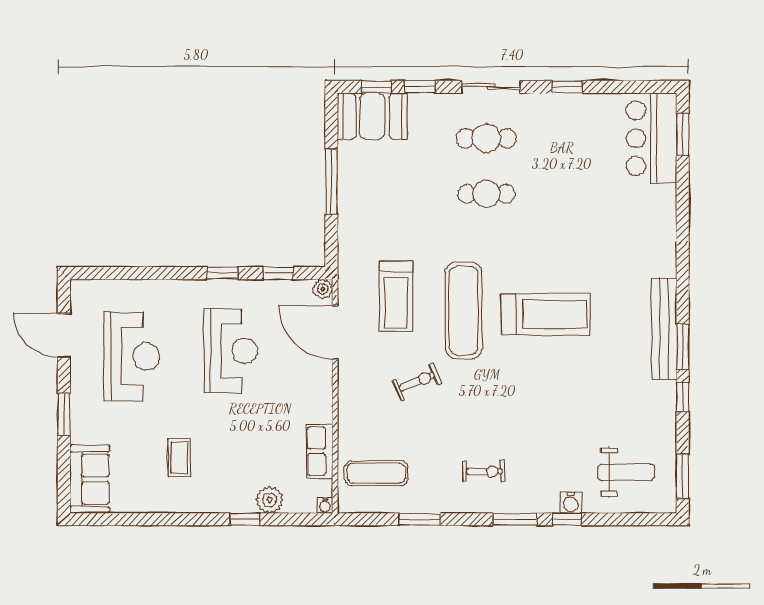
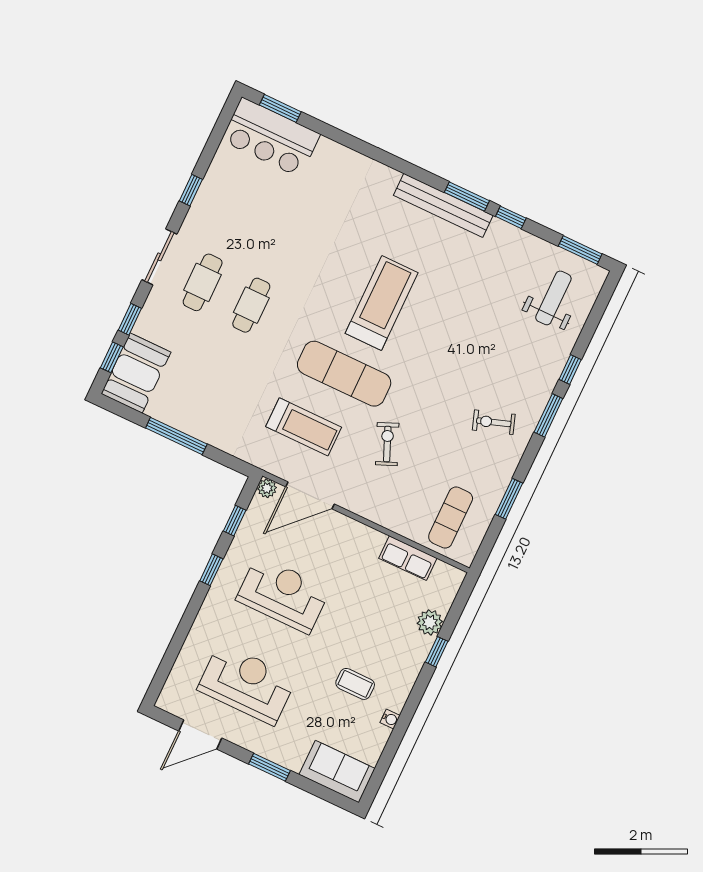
exercise bike: (484, 471) -> (494, 422), turned -109
water cooler: (571, 503) -> (557, 359), removed
water cooler: (325, 505) -> (390, 719), moved

